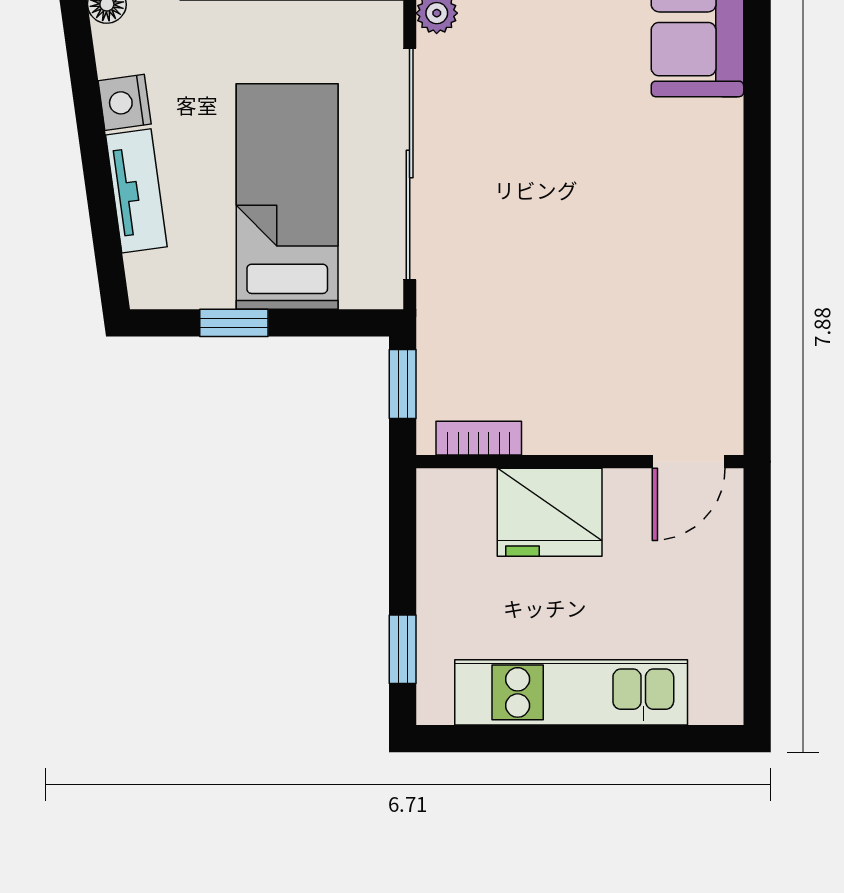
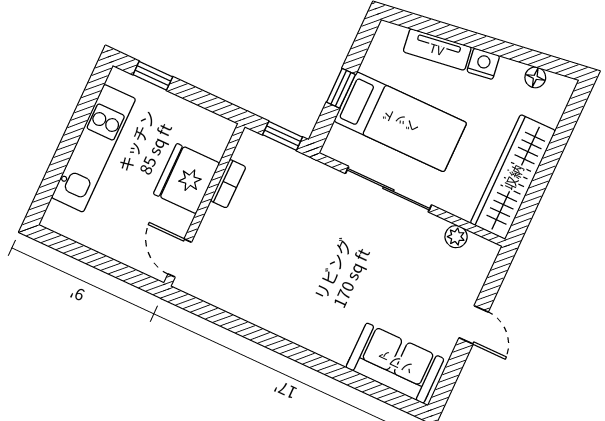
sliding door: (410, 164) -> (388, 189), width x0.73
window: (234, 323) -> (341, 88), moved
bookcase: (479, 438) -> (228, 184), moved

